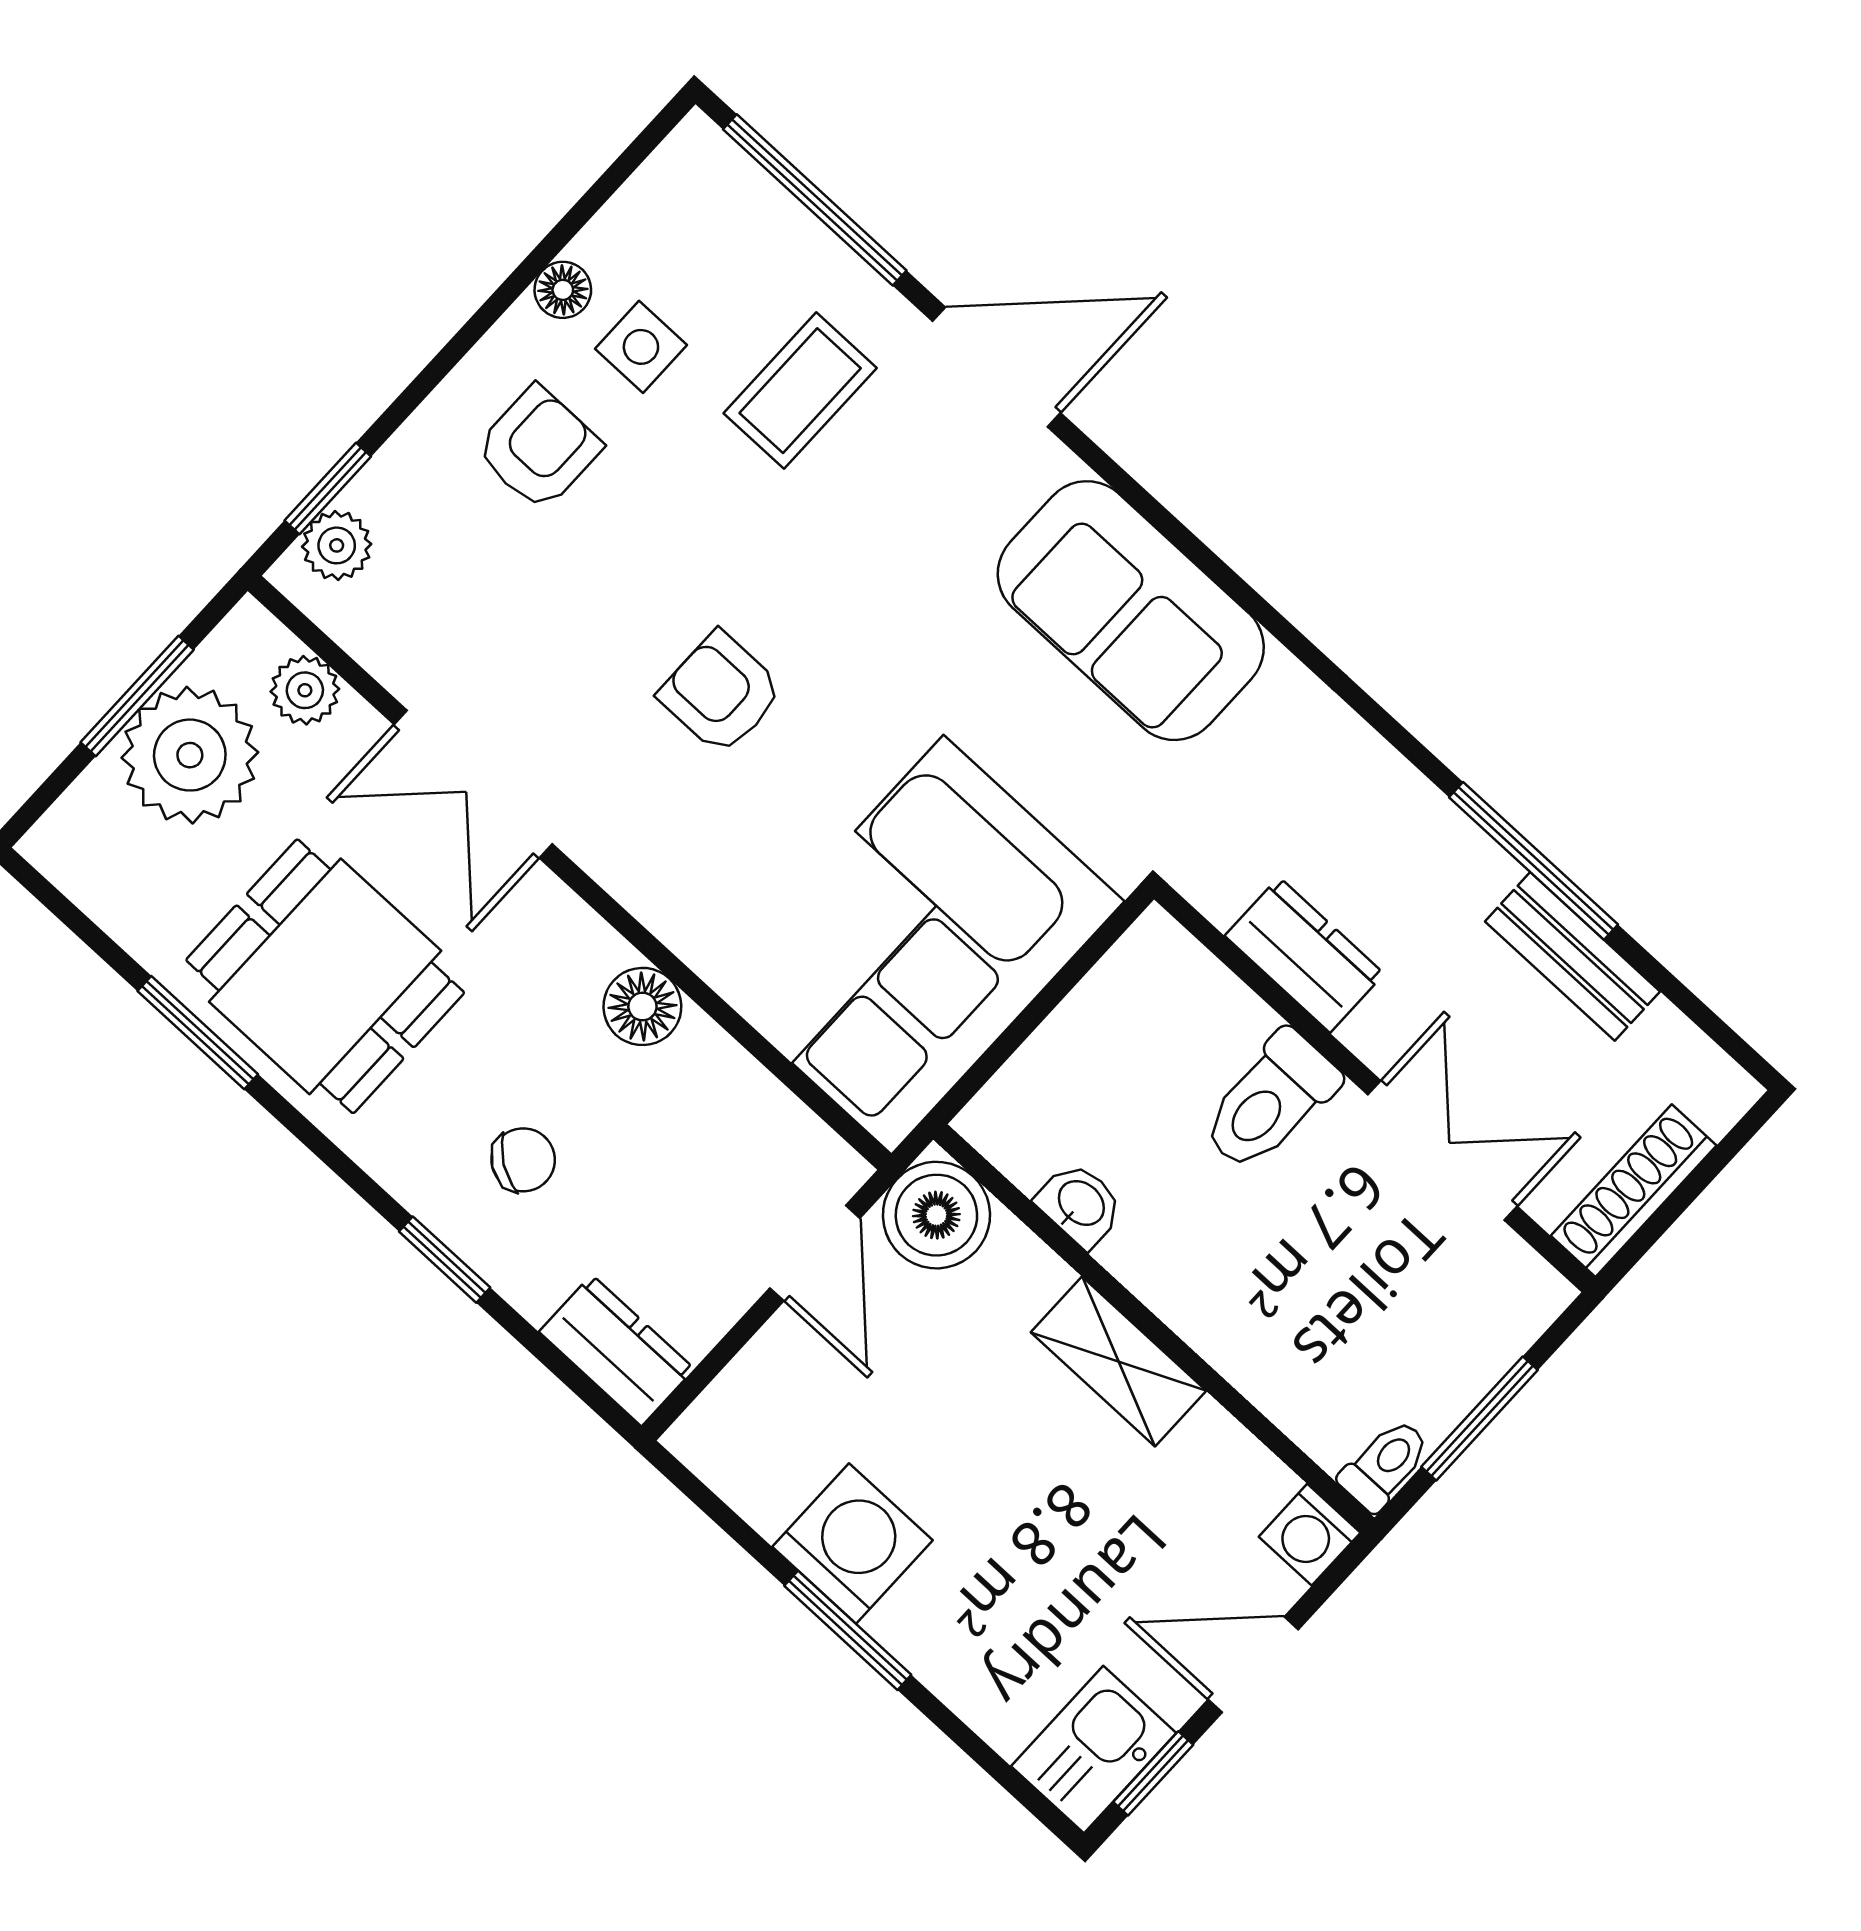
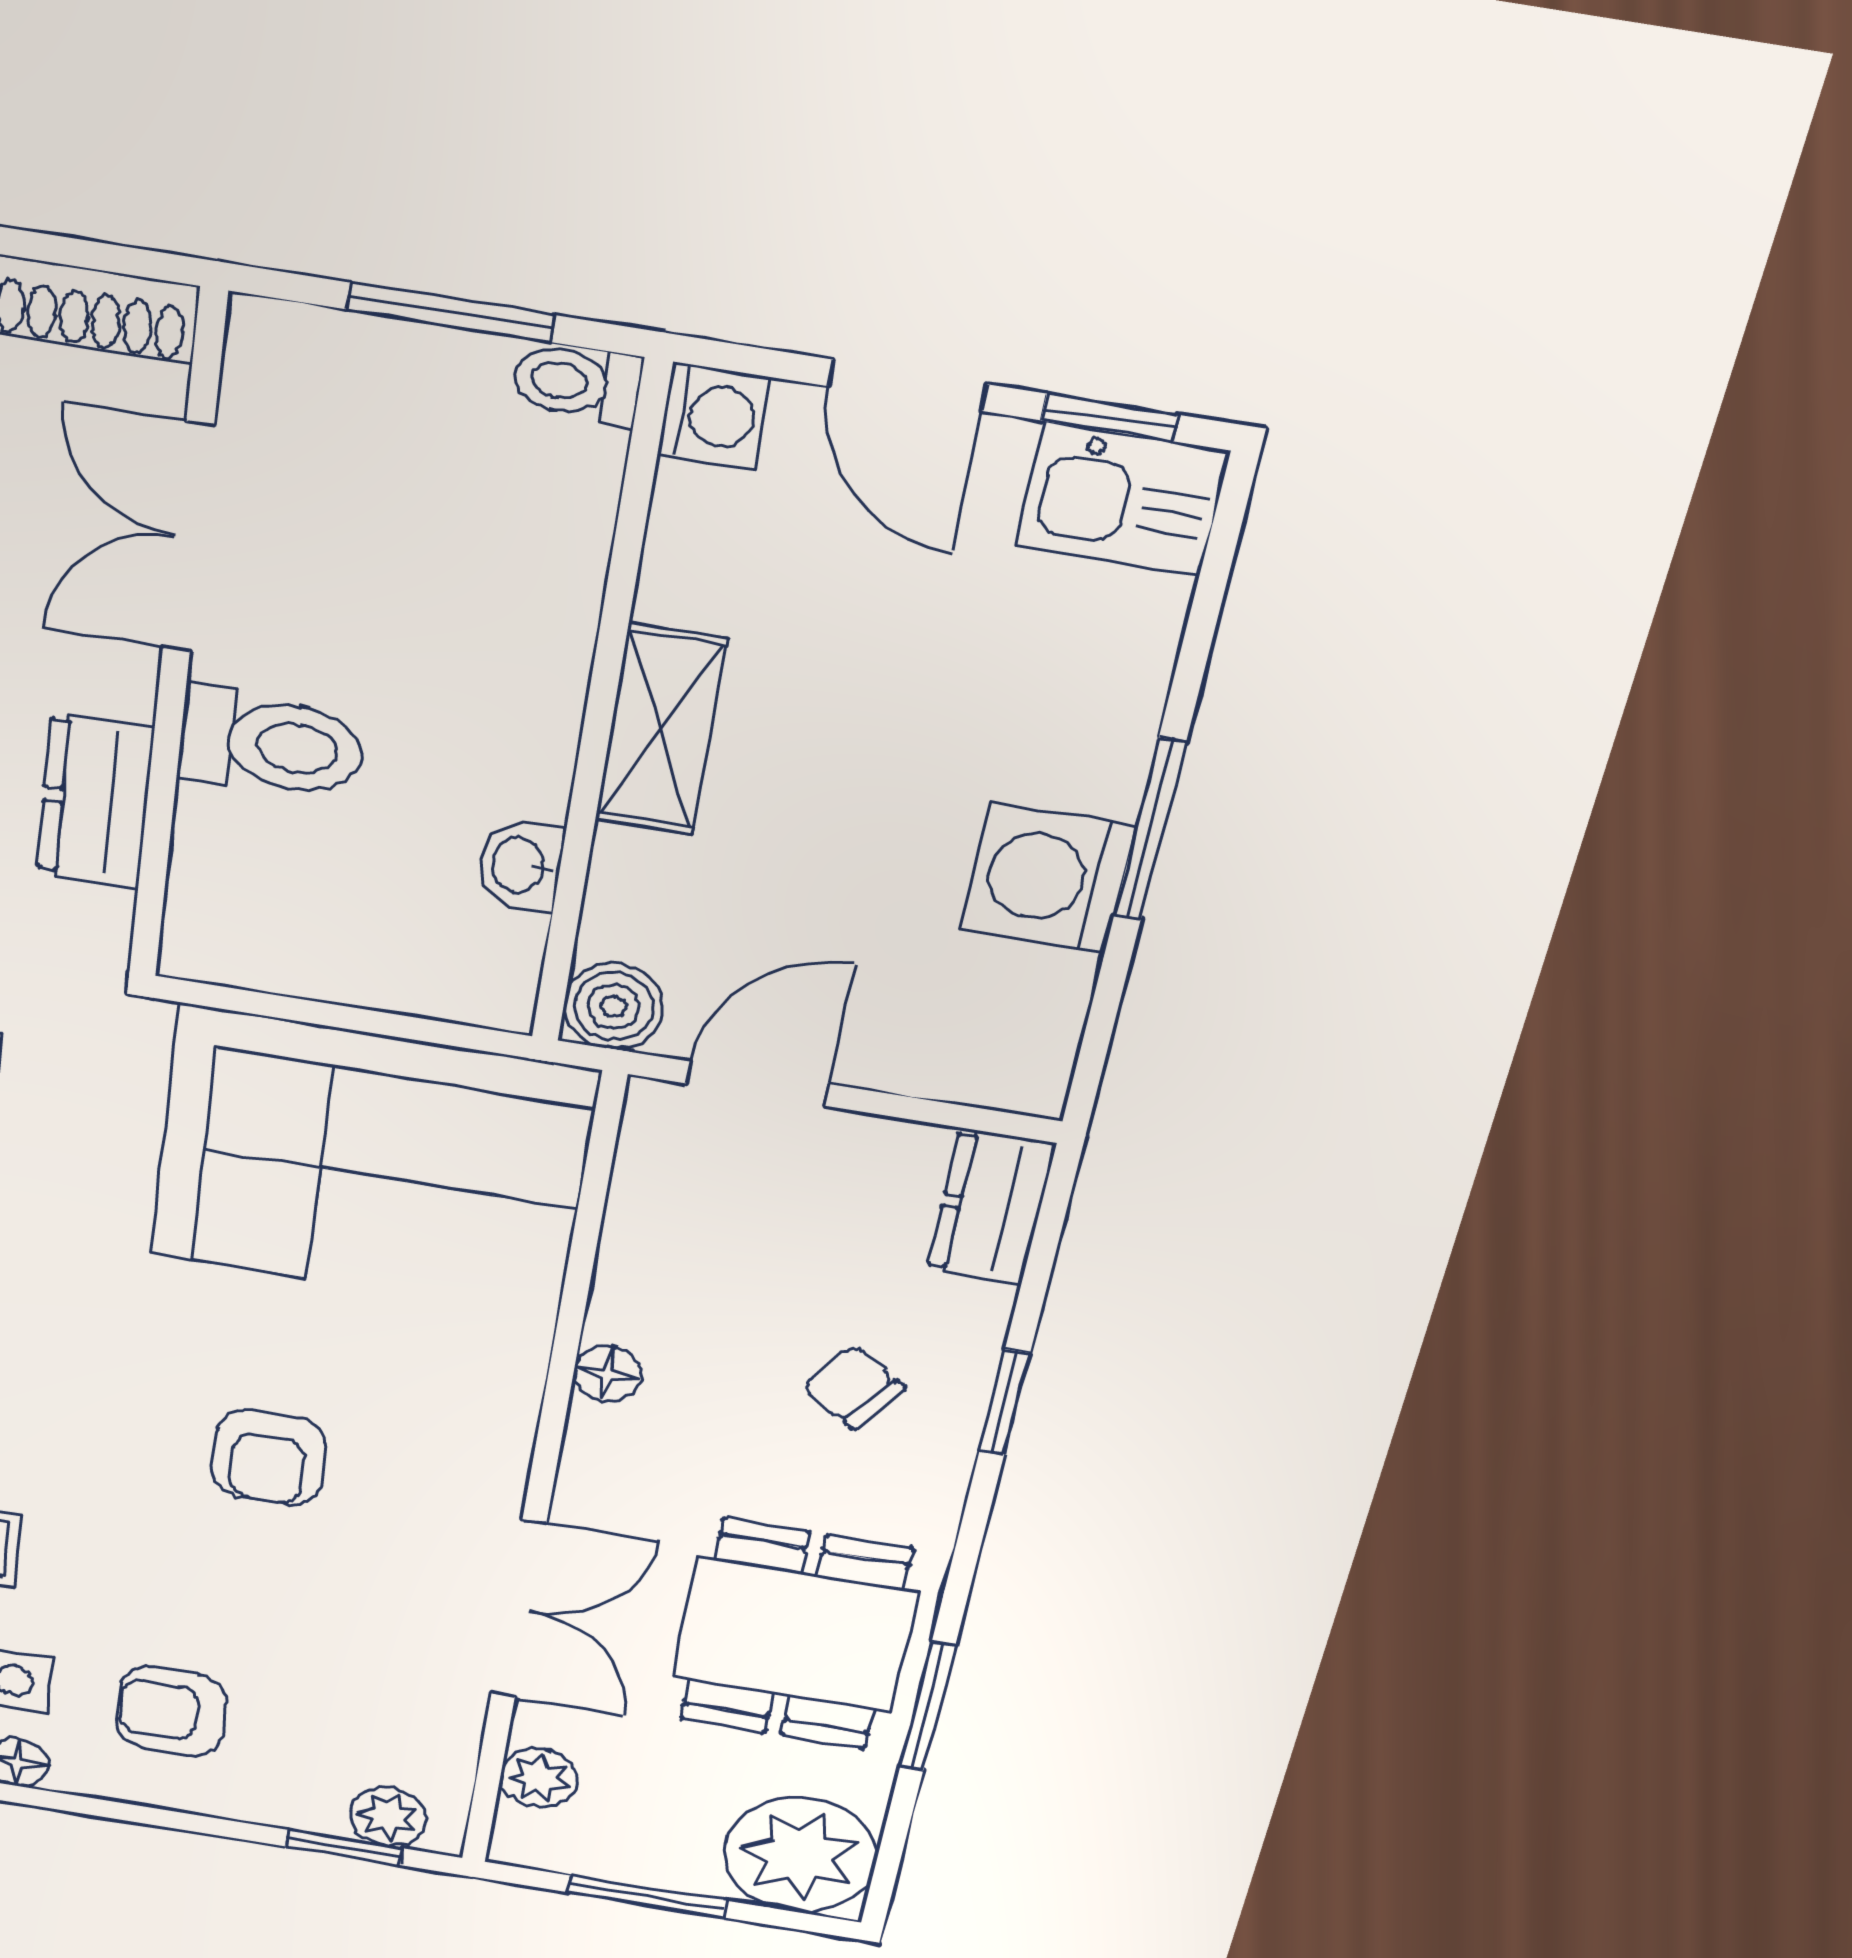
plant: (190, 755) -> (800, 1855), moved
floor lamp: (642, 1006) -> (607, 1374), width x0.73, depth x0.73
boiler: (936, 1215) -> (613, 1006), width x0.73, depth x0.73

